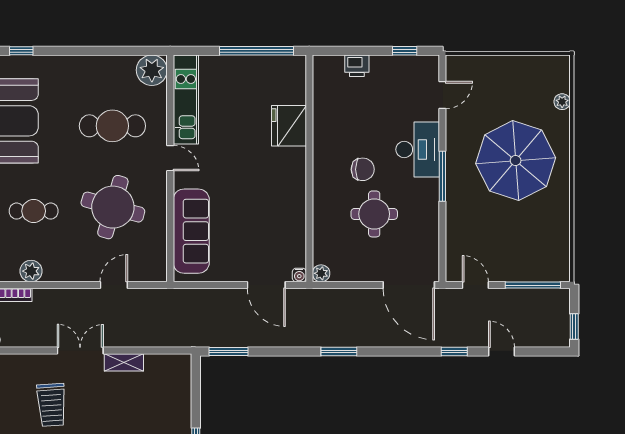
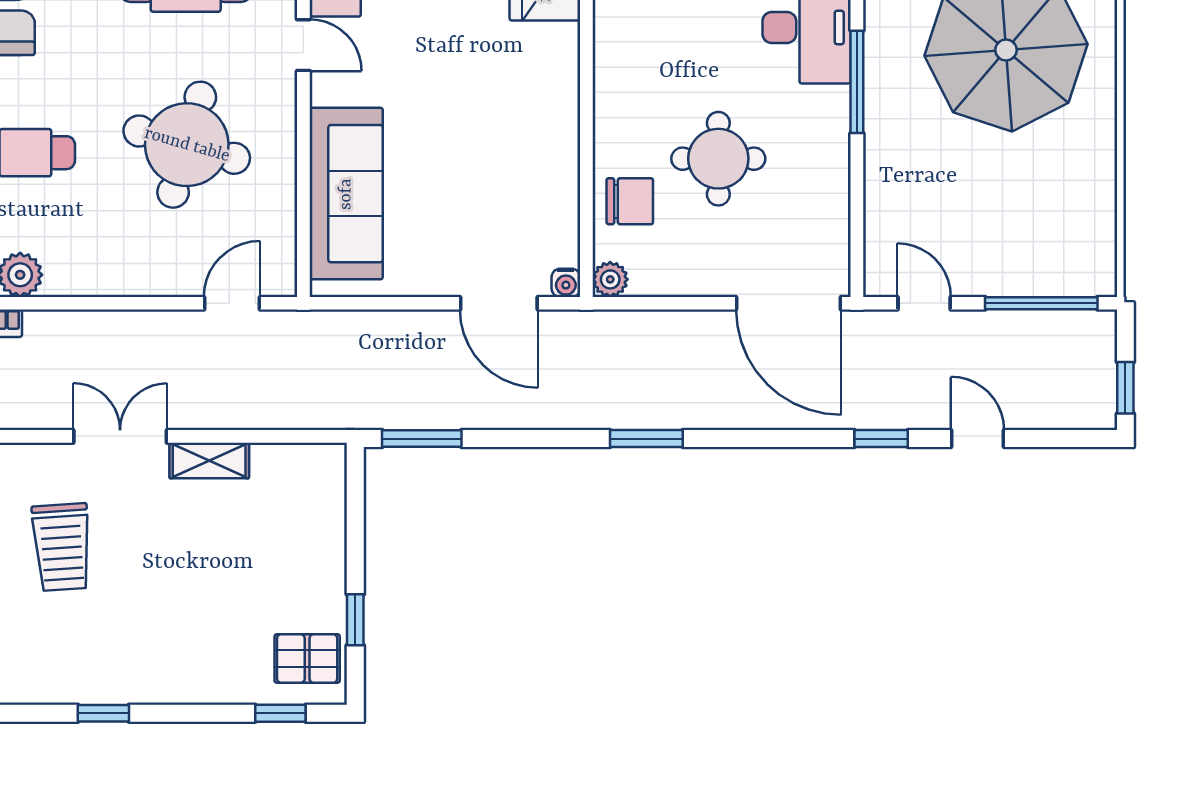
chair: (363, 169) -> (630, 201), moved
door: (114, 285) -> (232, 303), moved

